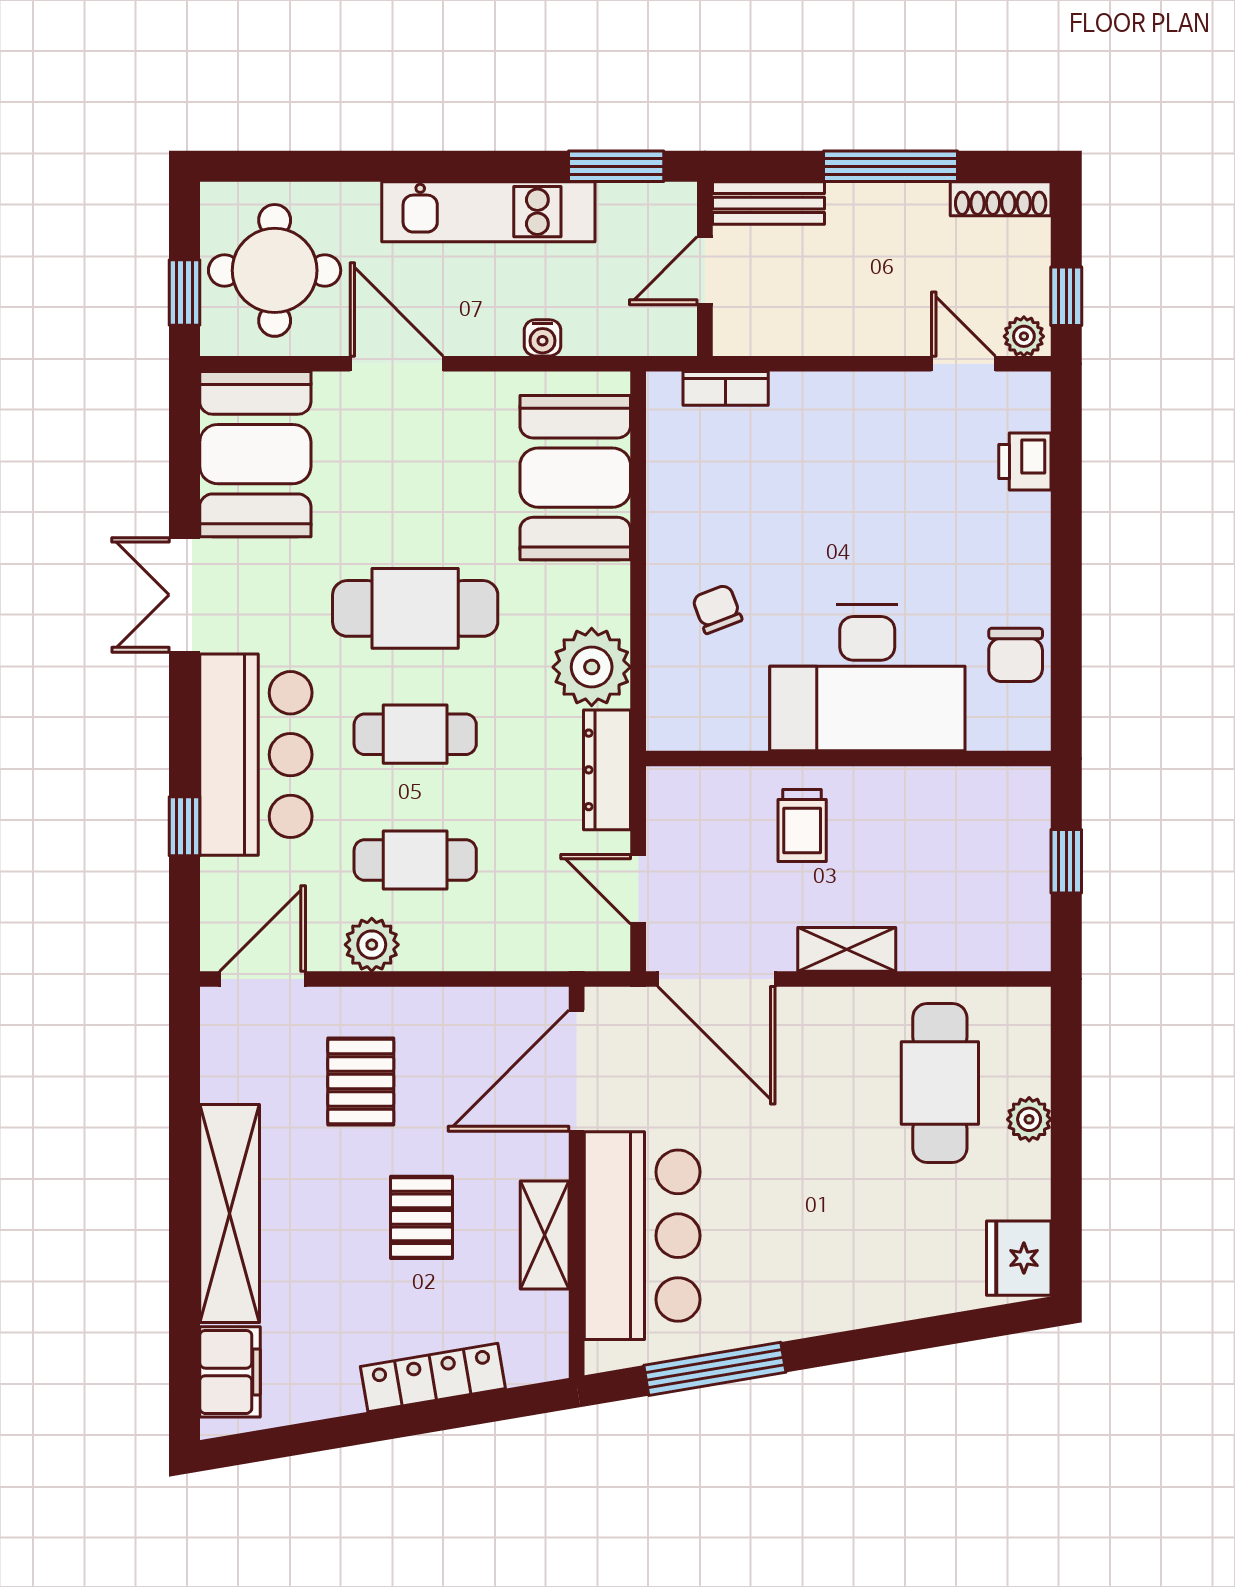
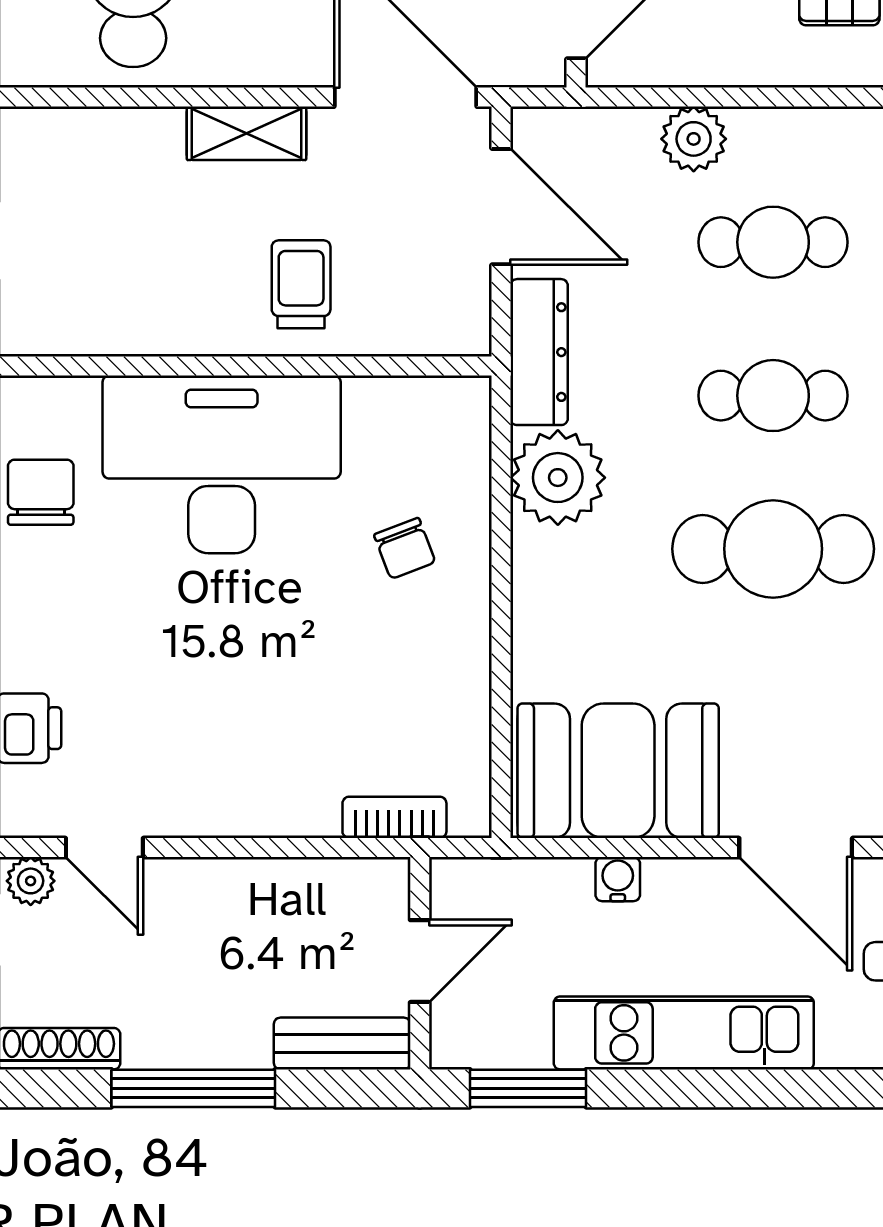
booth: (575, 478) -> (618, 771), moved, turned 90
door: (638, 889) -> (501, 207), width x1.38
plant: (372, 945) -> (694, 139), moved

